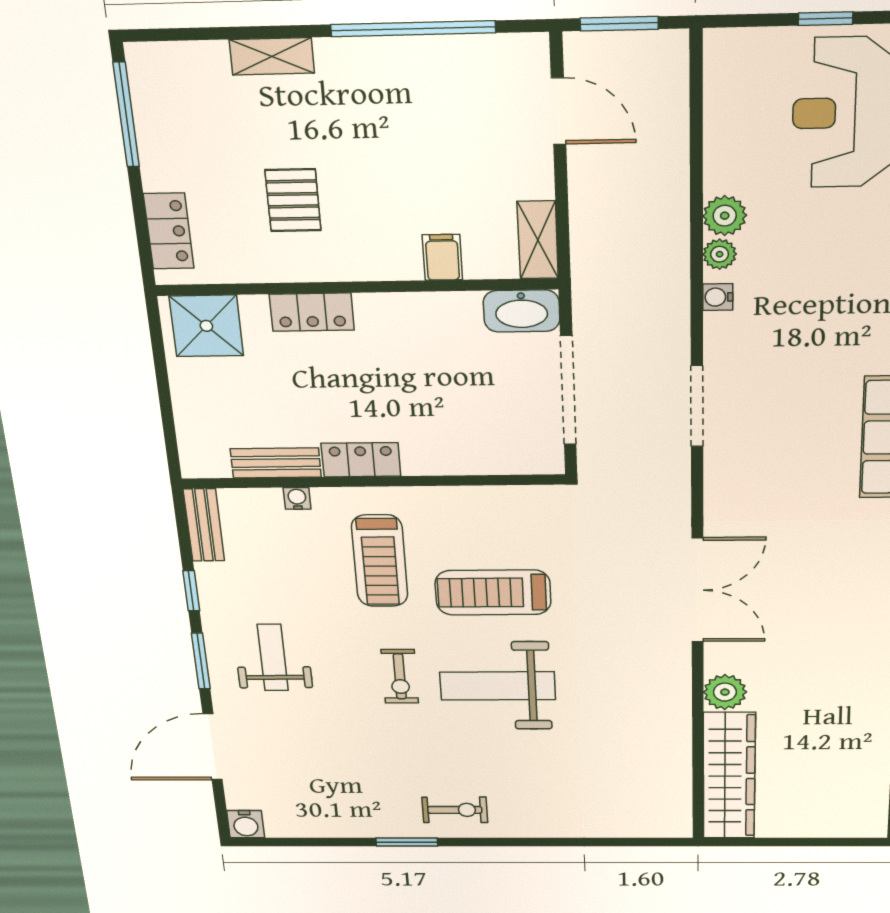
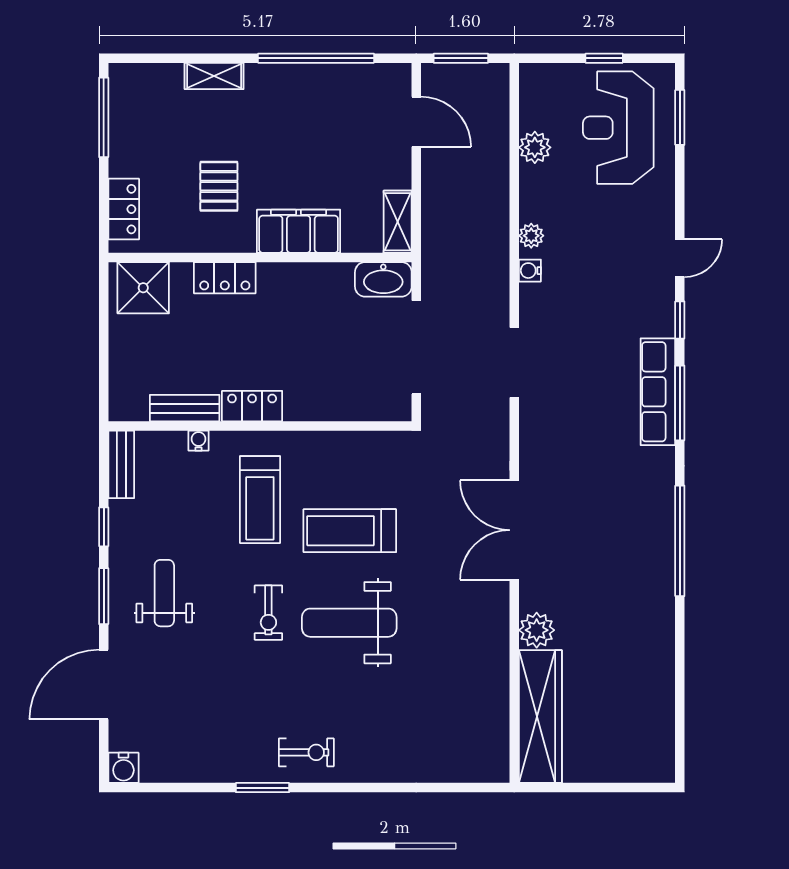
plant: (725, 216) -> (535, 147), moved
filing cabinet: (442, 257) -> (299, 231), width x3.00, depth x1.17
double door: (698, 590) -> (514, 530), swing flipped

